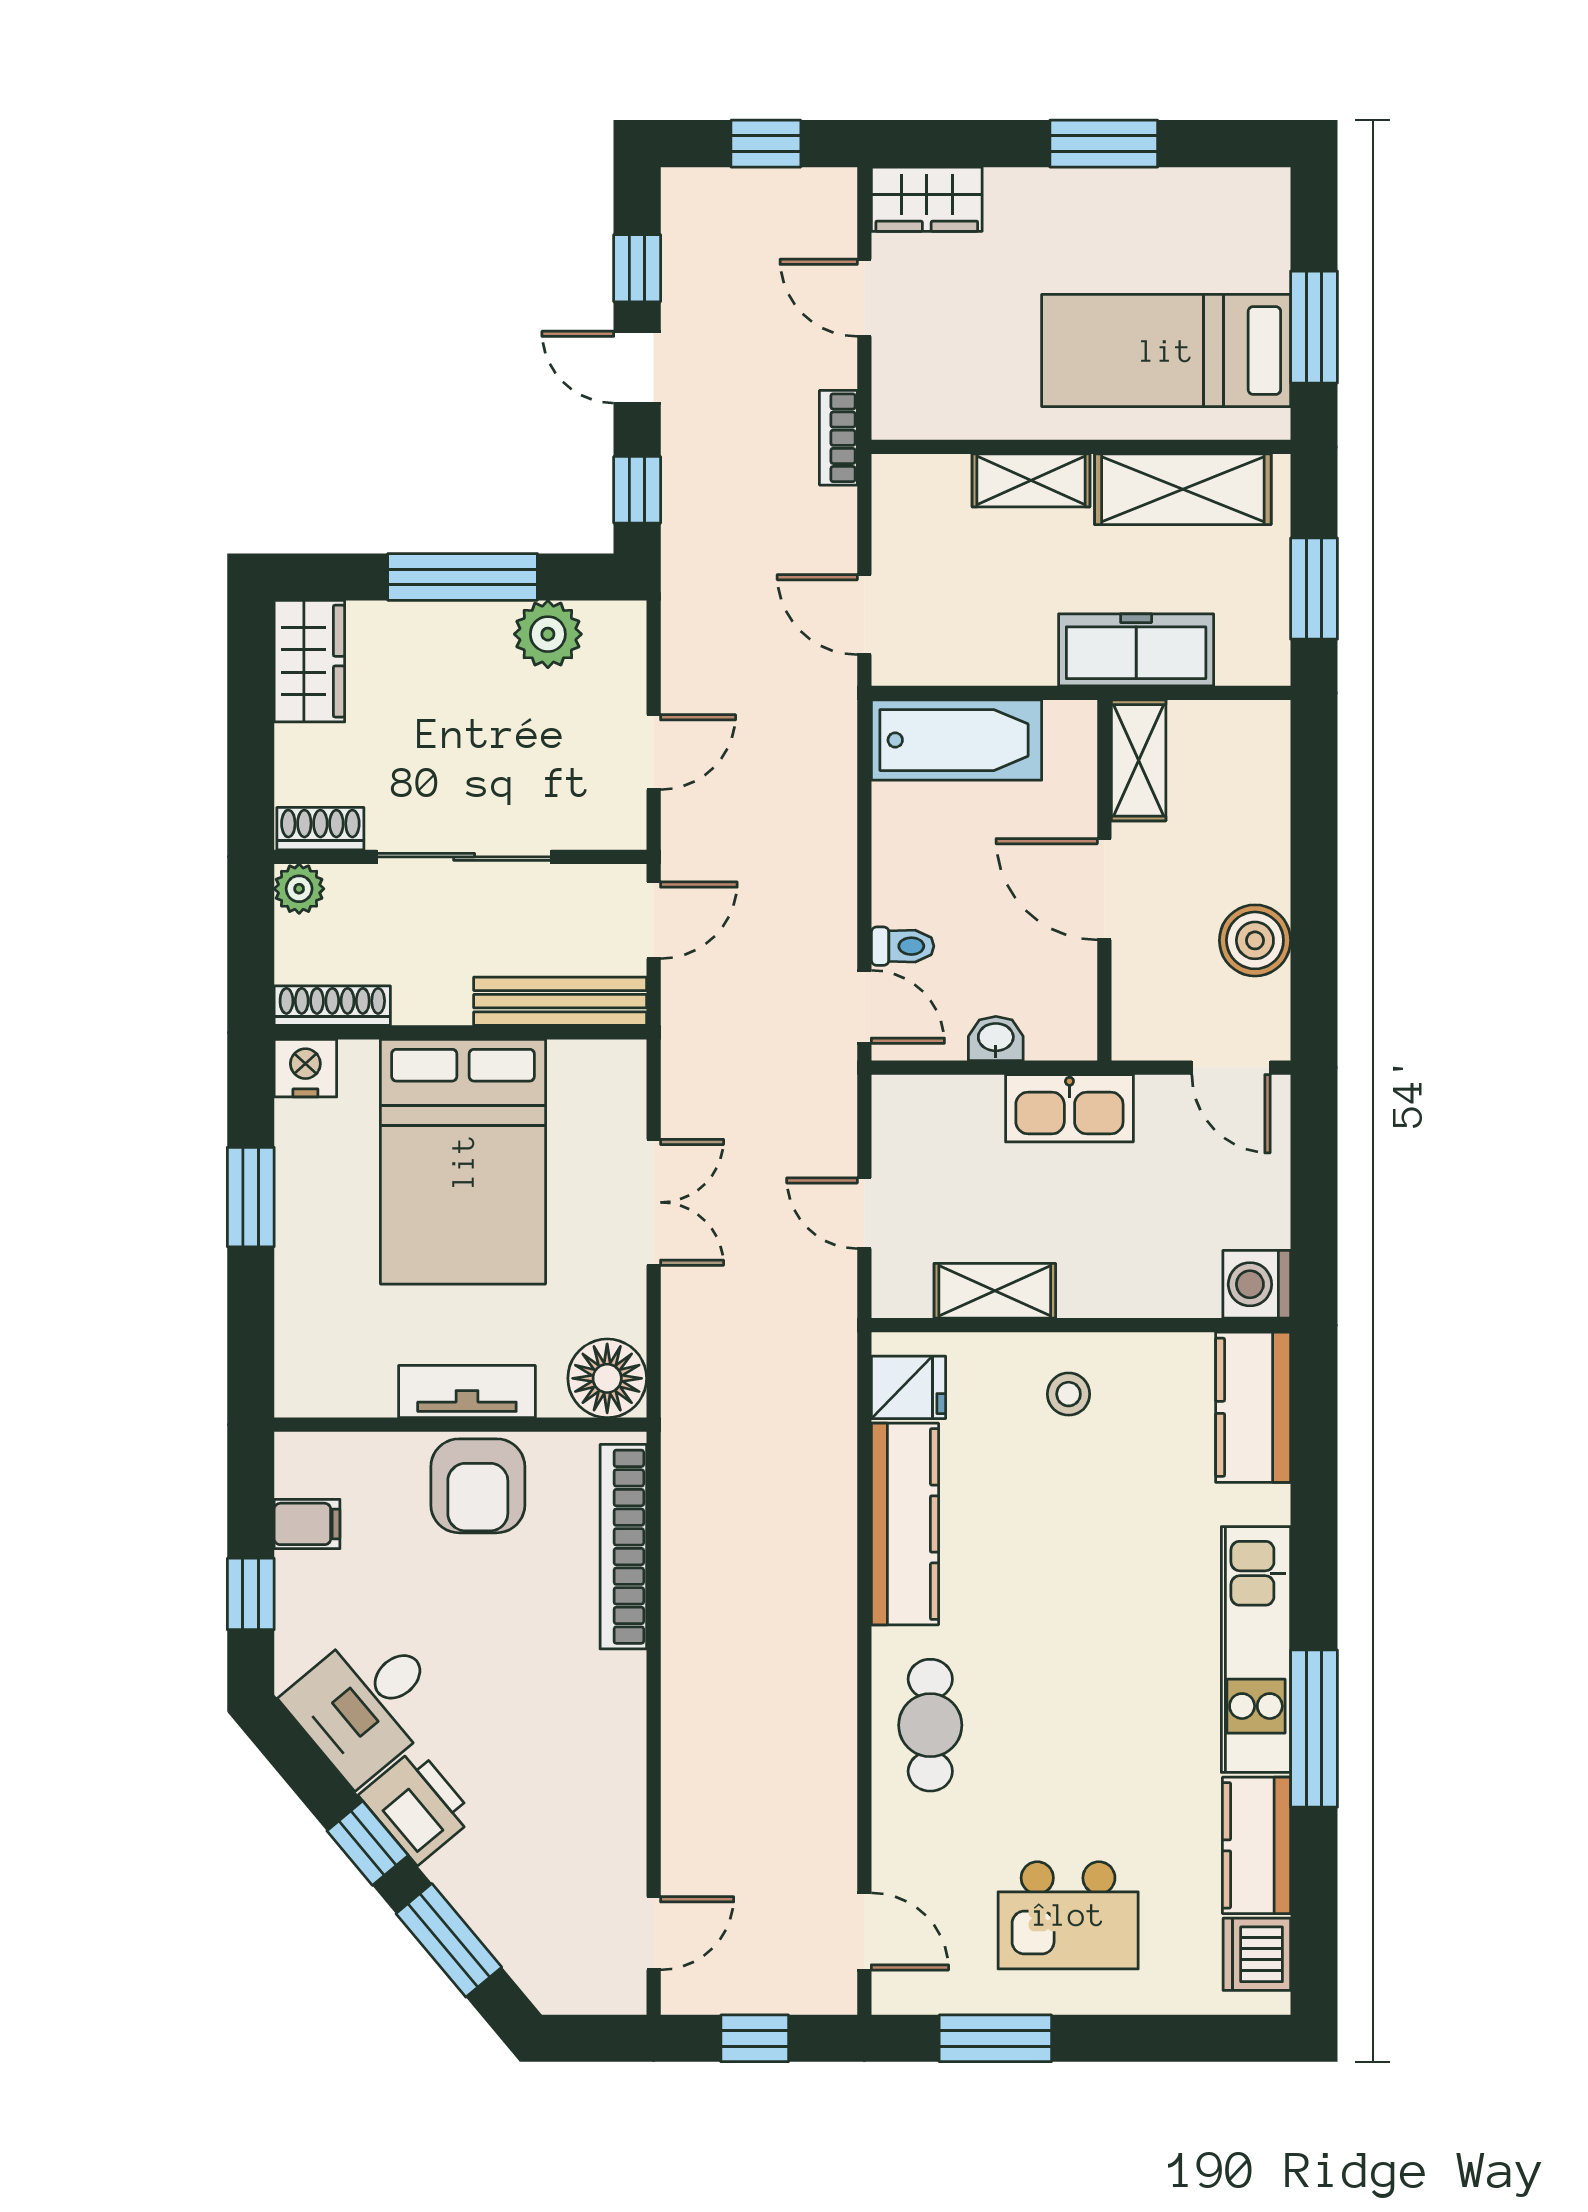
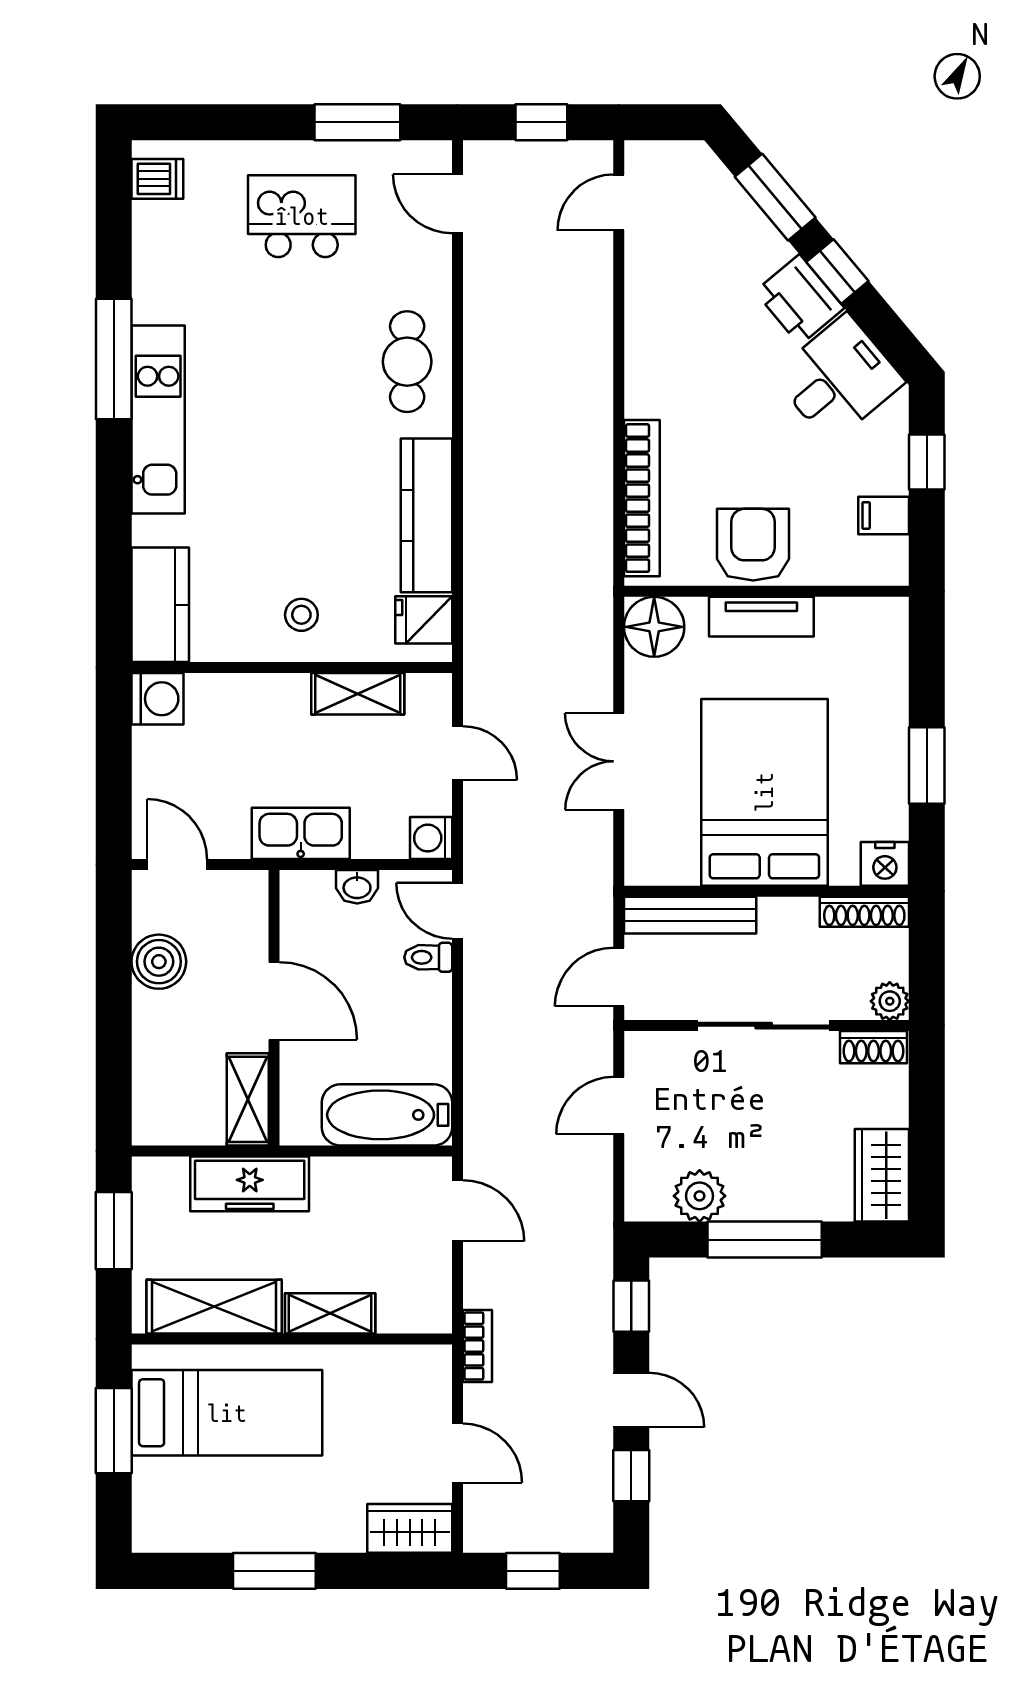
washing machine: (899, 1102) -> (431, 838), added
kitchen counter: (1256, 1845) -> (158, 270), removed
dishwasher: (1257, 1954) -> (157, 179), width x0.73

